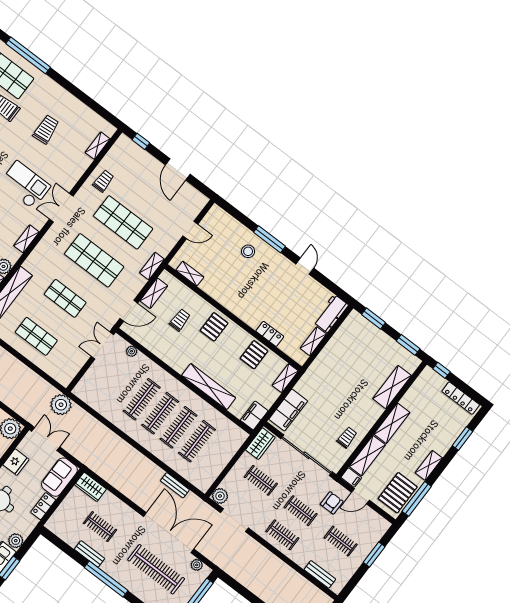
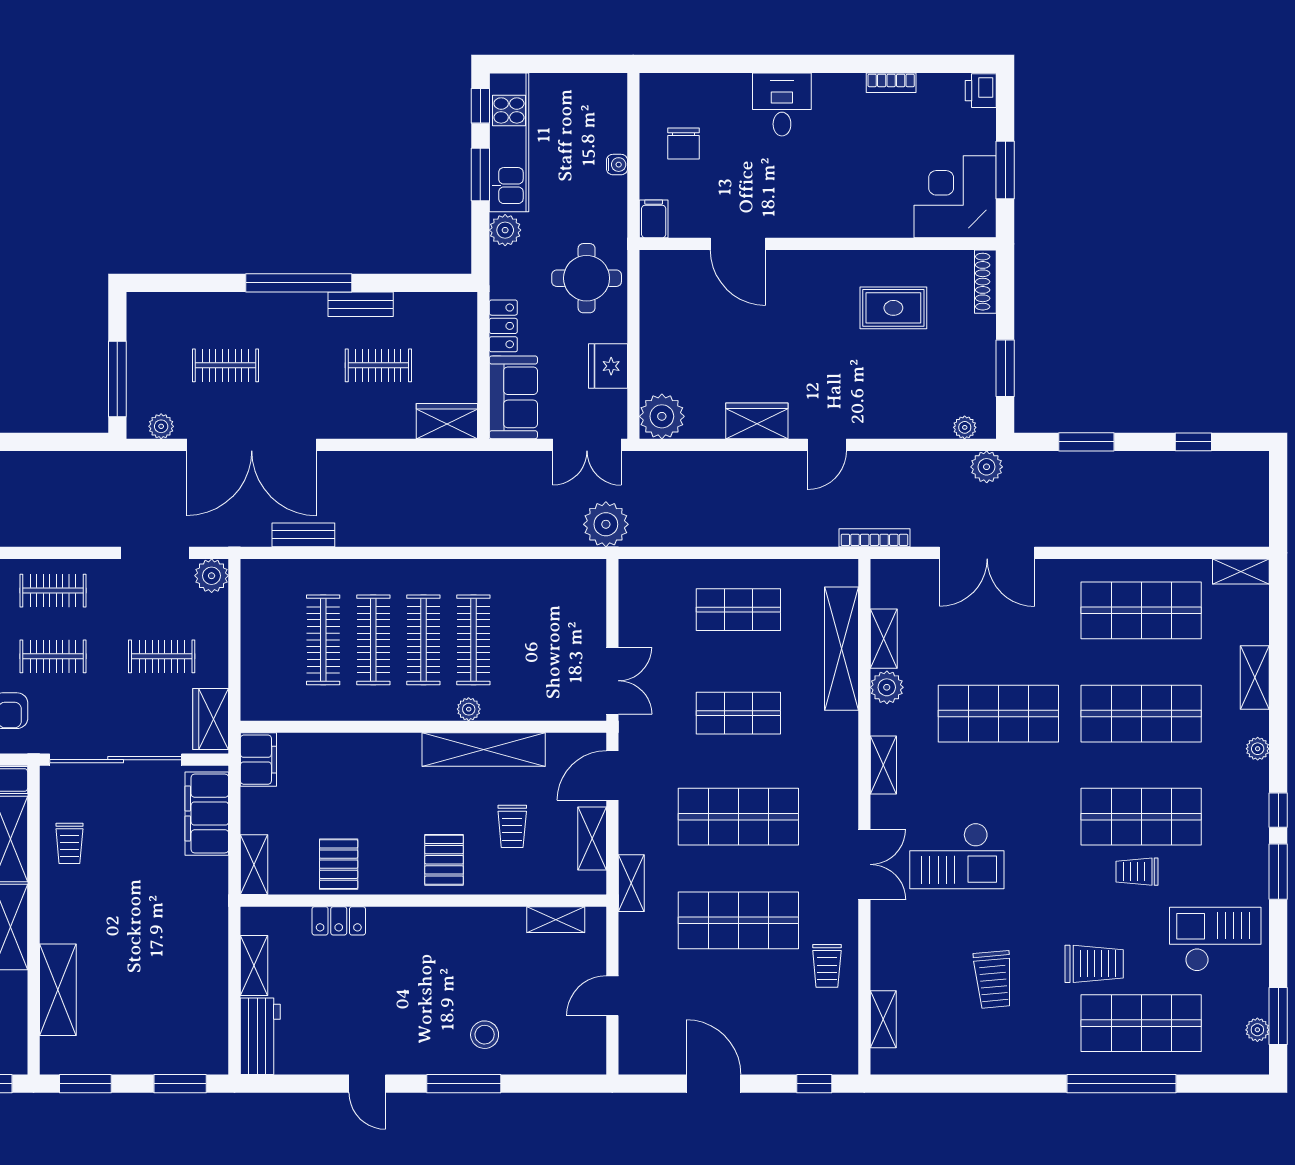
plant: (132, 351) -> (469, 709), moved
shelving: (209, 387) -> (484, 750), moved
clothes rail: (156, 569) -> (226, 365), width x0.54, depth x0.76

